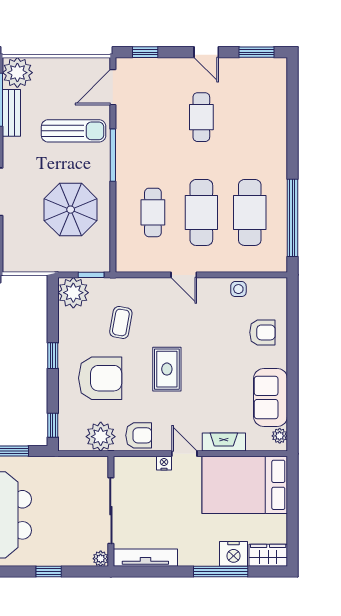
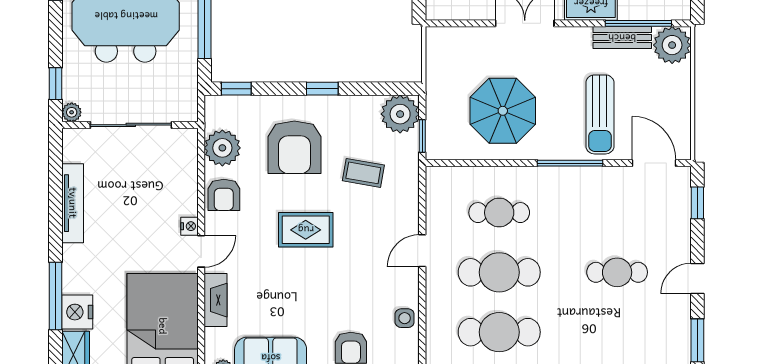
sliding door: (111, 511) -> (131, 125), moved
wall: (111, 511) -> (130, 125), moved
plant: (101, 559) -> (72, 112), moved

